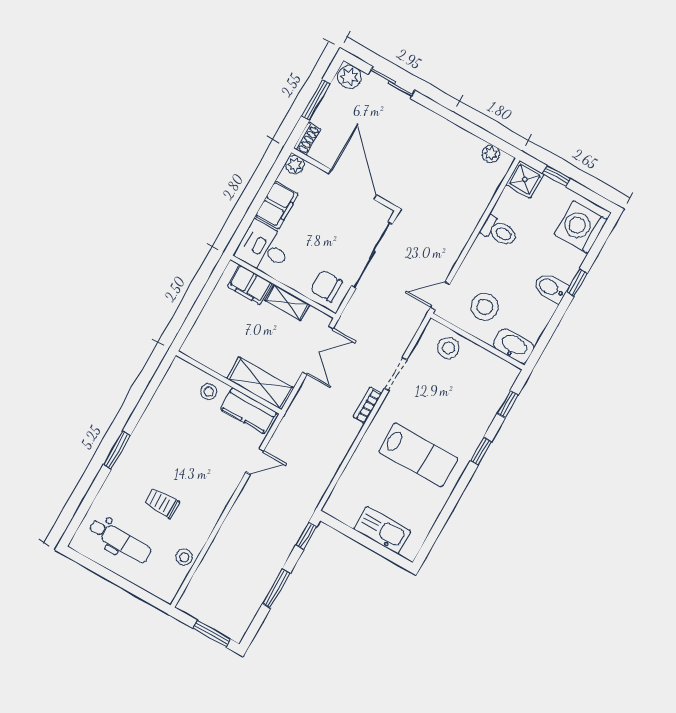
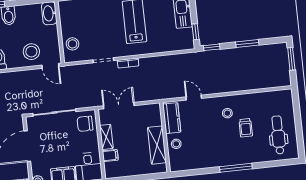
filing cabinet: (250, 285) -> (110, 155), width x0.50
chair: (326, 286) -> (85, 124), turned 90
stool: (485, 307) -> (31, 52), moved
shelving: (260, 383) -> (157, 145), moved
window: (117, 450) -> (236, 168), width x1.44
window: (344, 529) -> (195, 32), added
stool: (184, 557) -> (227, 113), moved

